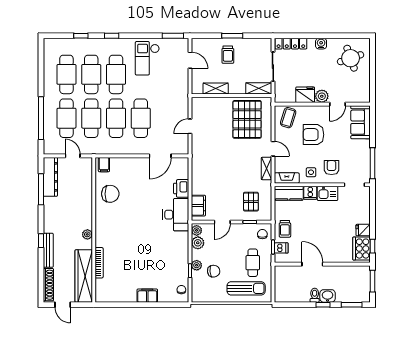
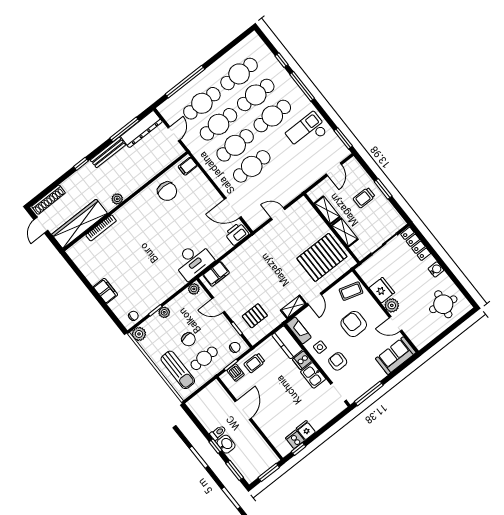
window: (112, 36) -> (302, 86), width x2.17
round table: (351, 58) -> (443, 304), turned 31
shelving: (259, 88) -> (345, 232), moved
armchair: (331, 168) -> (338, 361), turned -90
printer: (181, 188) -> (237, 234), moved
plant: (198, 243) -> (139, 334), moved
cooker: (362, 249) -> (295, 439), width x0.53, depth x0.76
bench: (48, 250) -> (108, 152), moved
chair: (214, 271) -> (188, 339), moved

